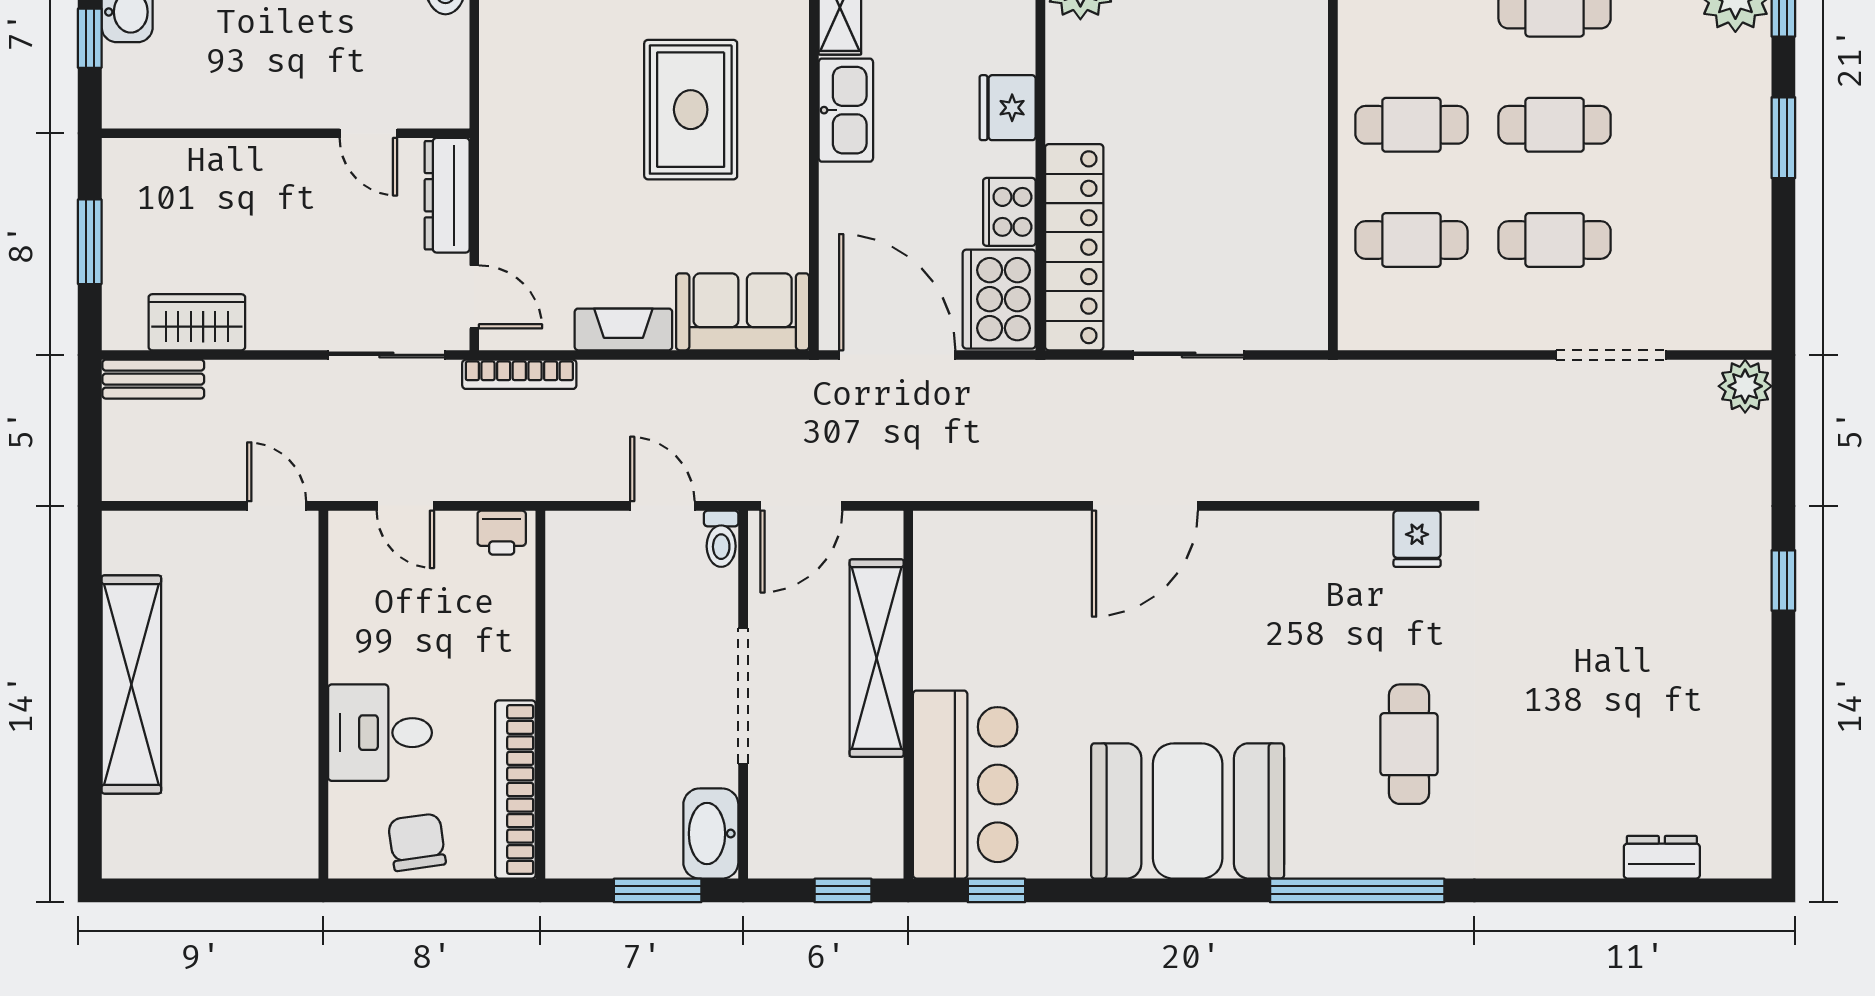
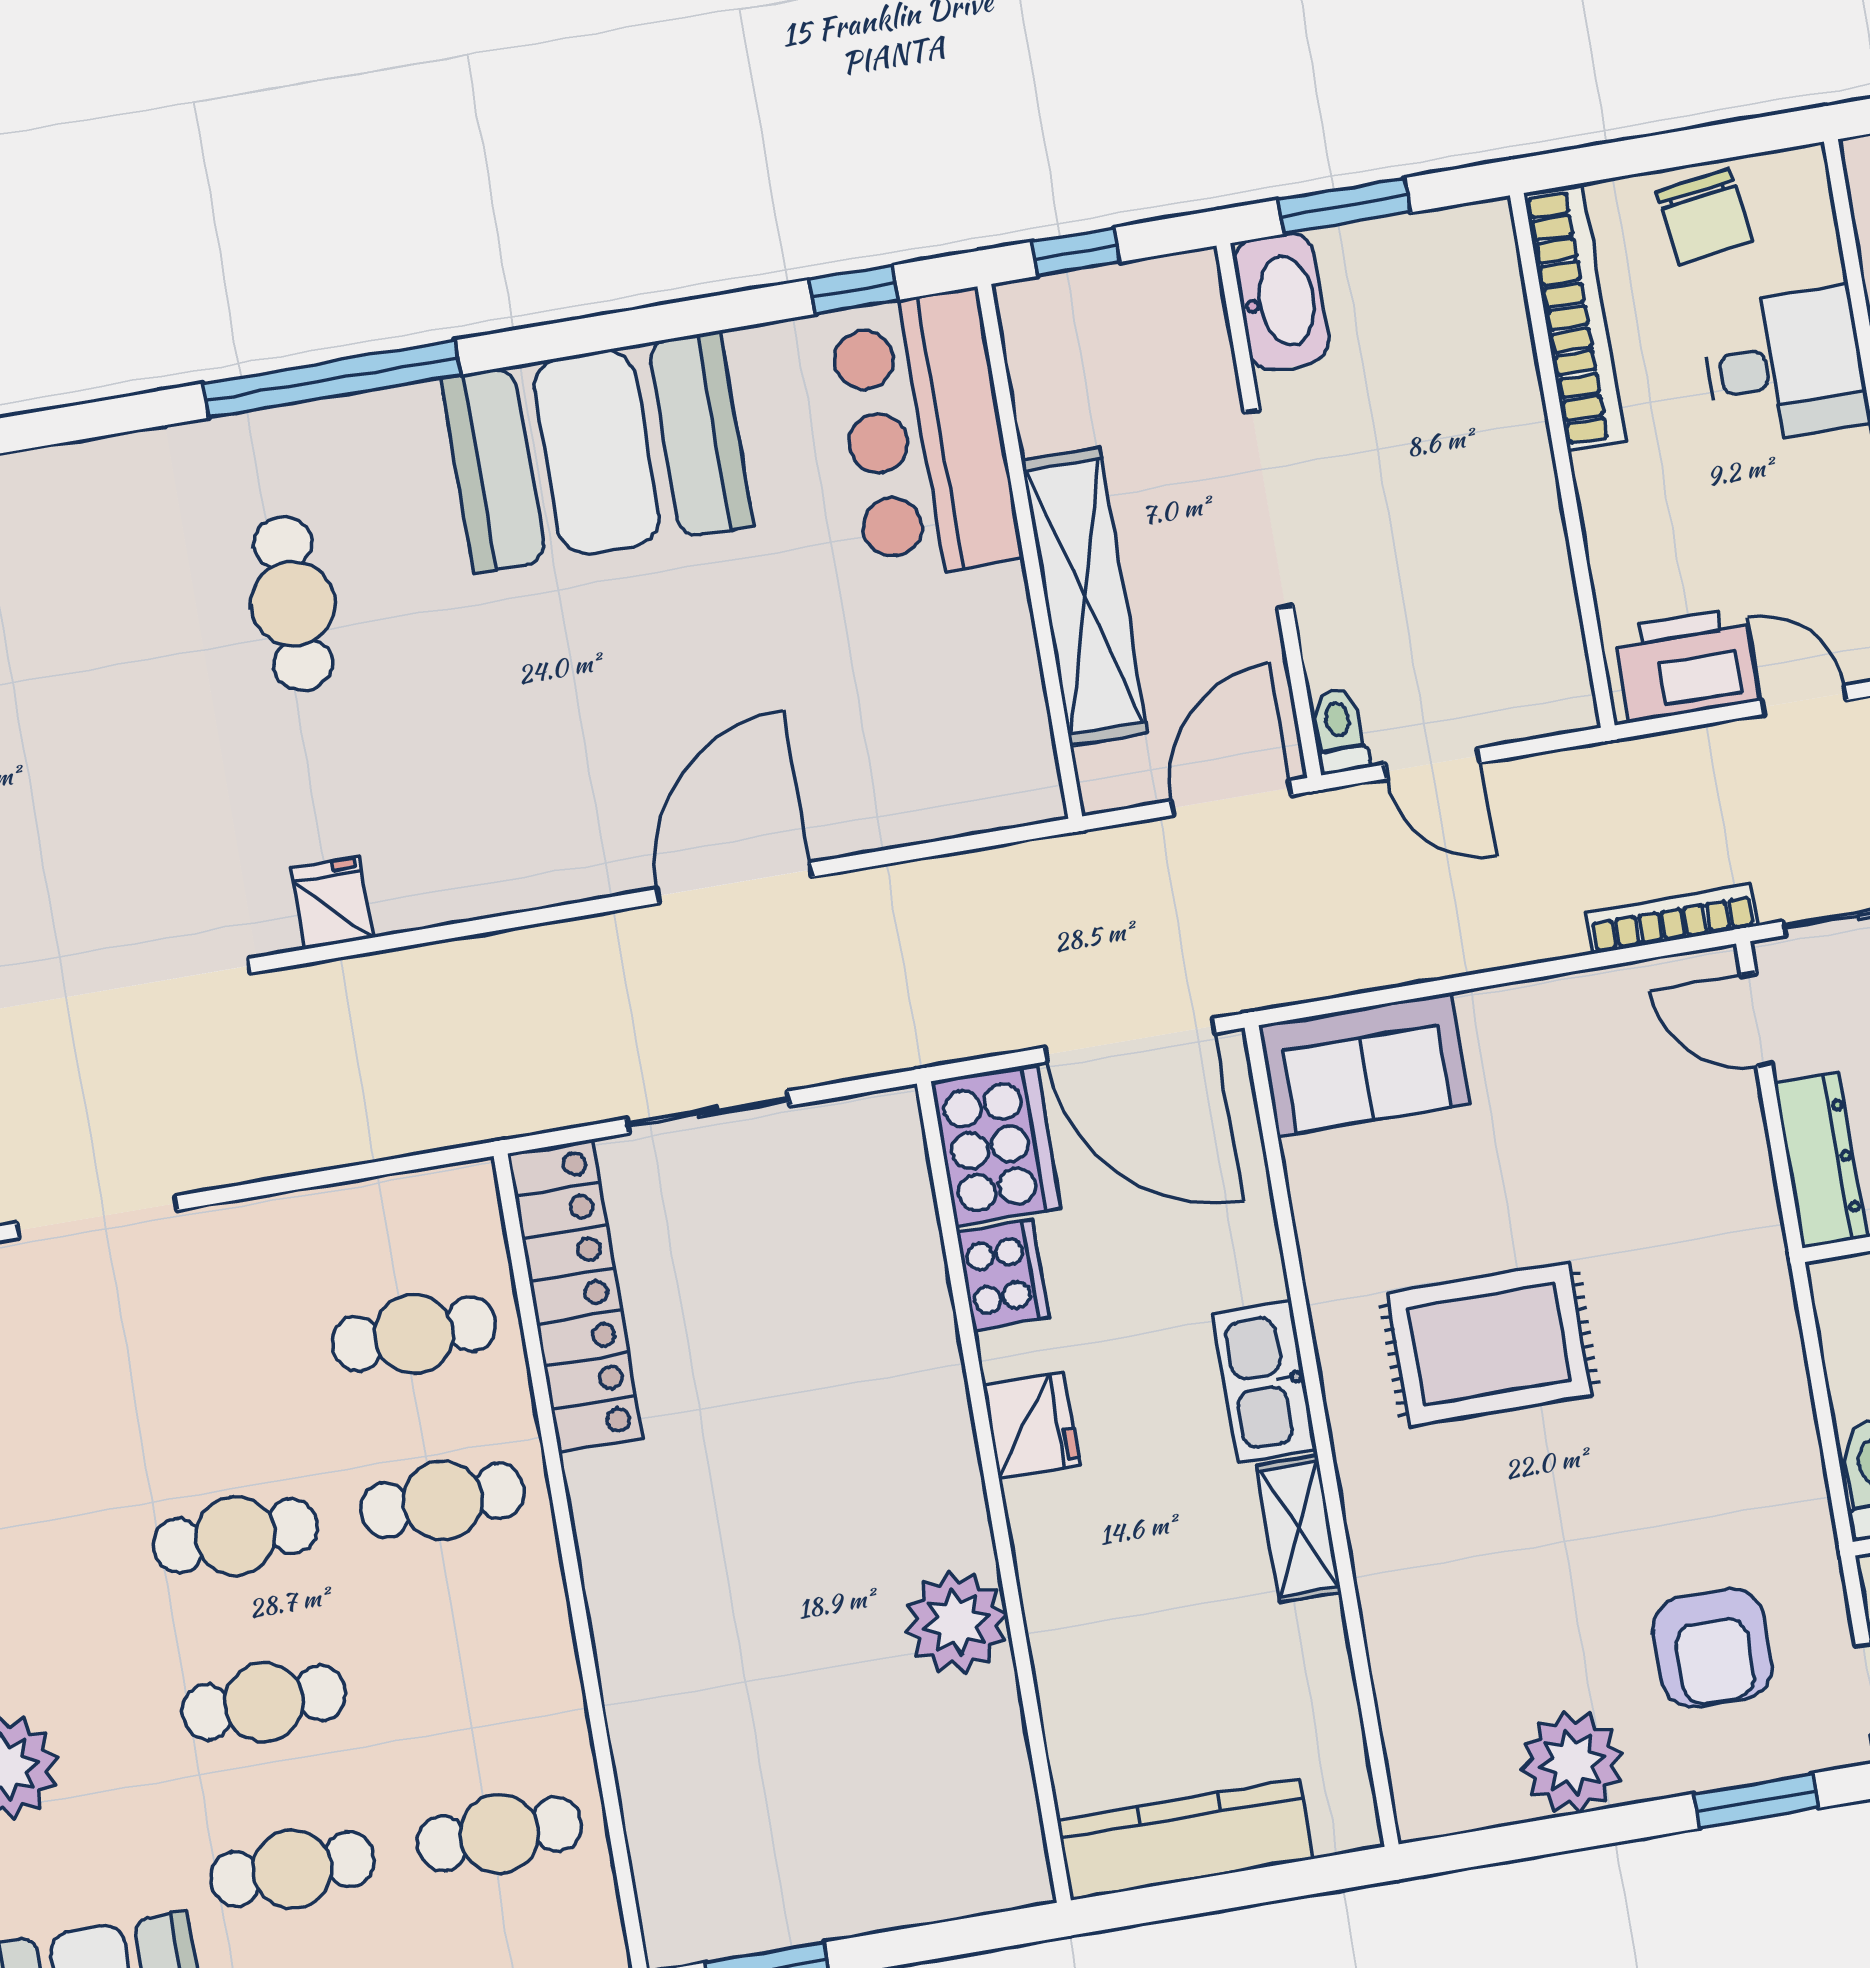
rug: (691, 110) -> (1489, 1344), turned 90
cafe table: (1555, 240) -> (207, 1369), removed
locker: (1074, 247) -> (575, 1296), moved, turned 180
fireplace: (623, 329) -> (1532, 1009), removed
printer: (502, 533) -> (1686, 665), width x1.87, depth x1.48

